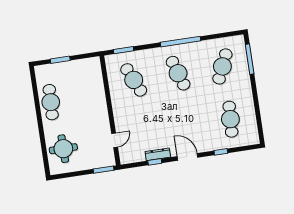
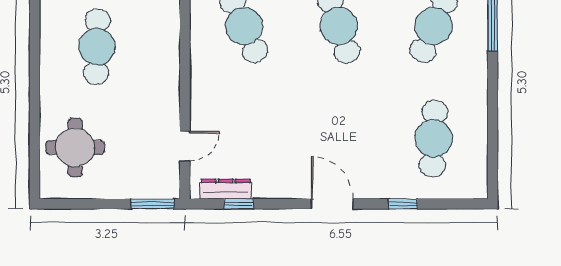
cafe table: (51, 102) -> (97, 47), moved
dresser: (158, 154) -> (226, 189), moved
window: (155, 162) -> (239, 204), moved

